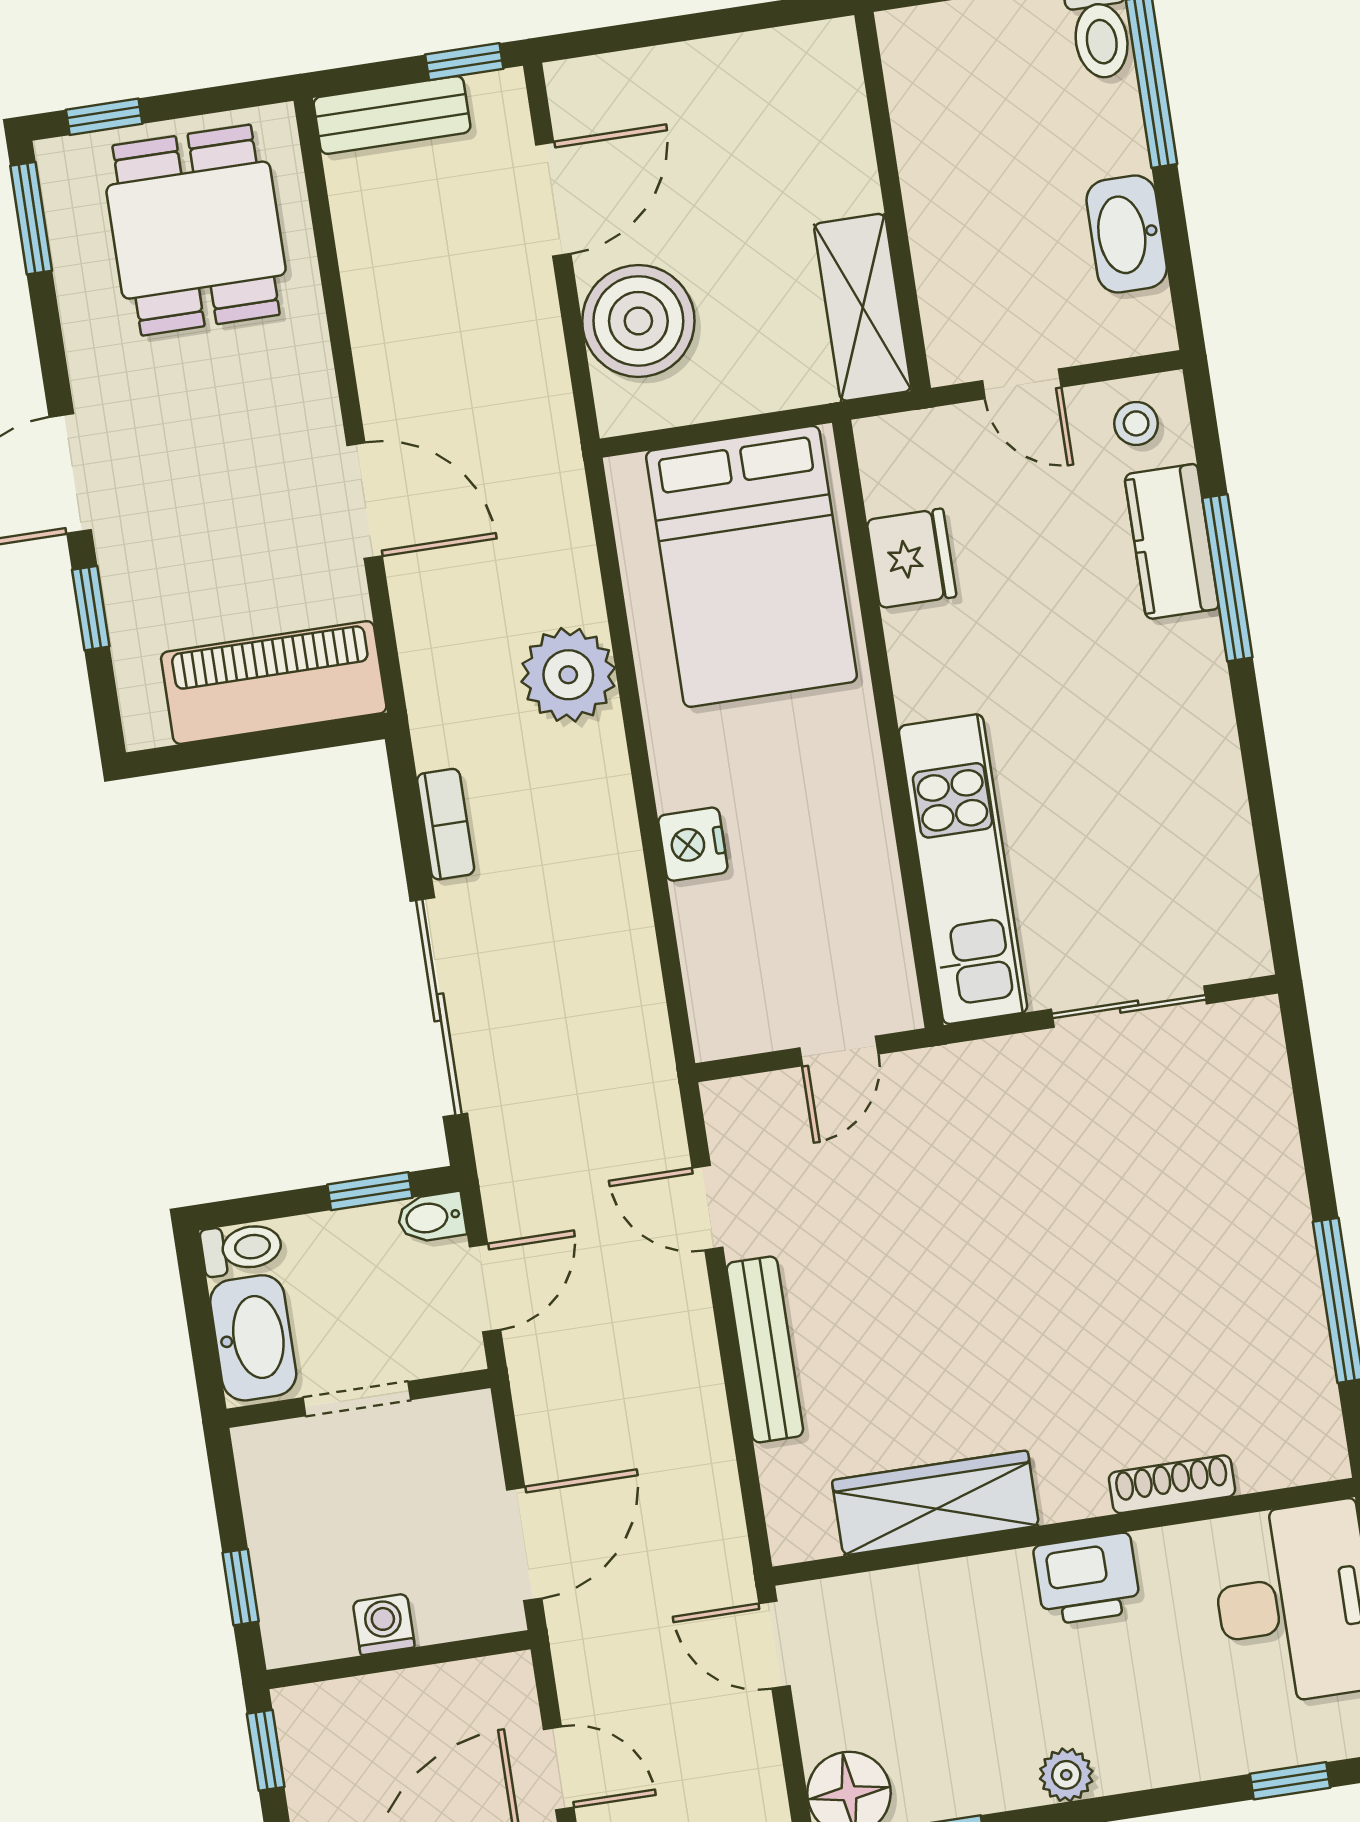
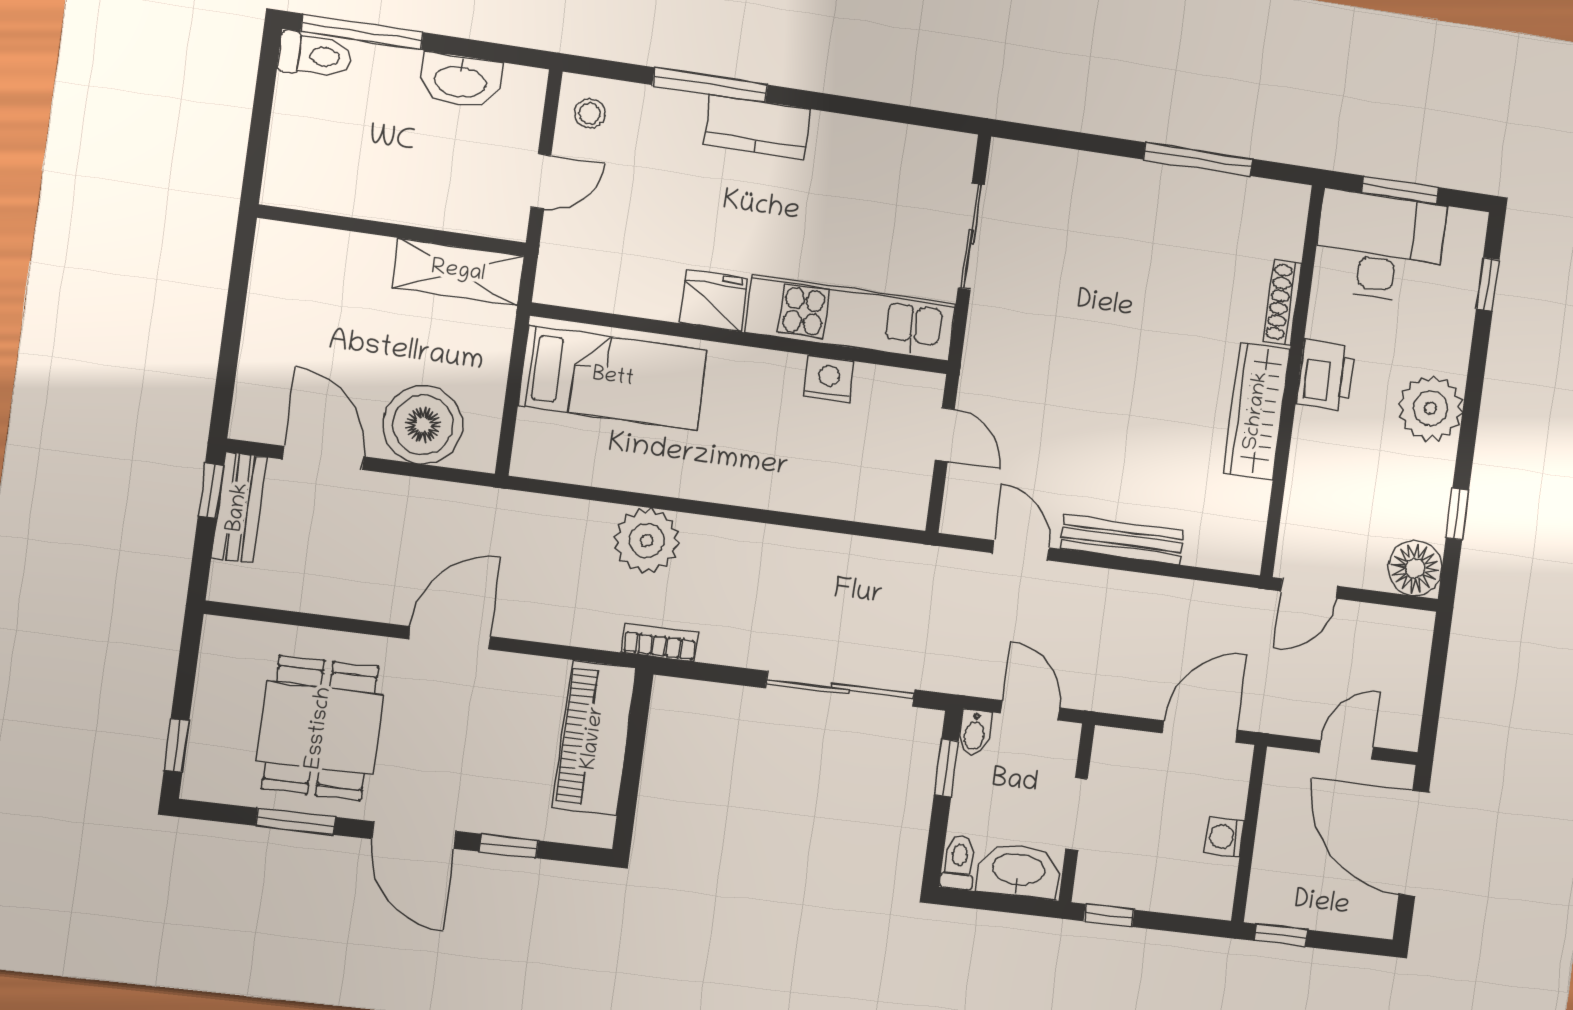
bench: (392, 115) -> (239, 507), moved
window: (31, 218) -> (296, 821), moved
dining table: (196, 230) -> (320, 728), moved, turned 90
door: (365, 501) -> (450, 638), moved
kitchen counter: (1172, 542) -> (757, 127), moved
fridge: (911, 558) -> (714, 301), moved
bed: (751, 566) -> (613, 378), width x0.67
bookcase: (446, 824) -> (660, 642), moved
nightstand: (693, 844) -> (829, 379), moved, turned 180
door: (708, 1208) -> (1021, 550), swing flipped
wardrobe: (935, 1503) -> (1257, 411), moved
door: (524, 1544) -> (1200, 732), hinge flipped
window: (241, 1587) -> (1109, 915), moved
plant: (1066, 1775) -> (1431, 408), width x1.88, depth x1.88

